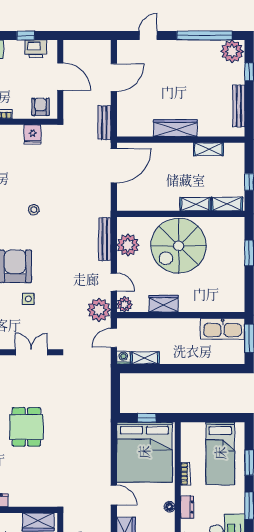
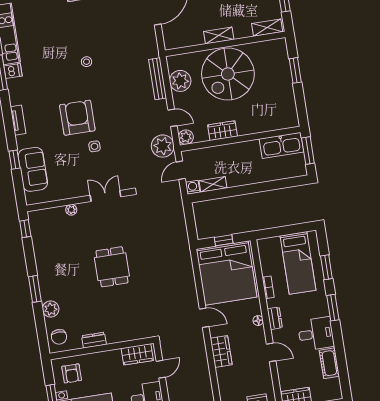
shelving: (195, 204) -> (219, 35), moved

